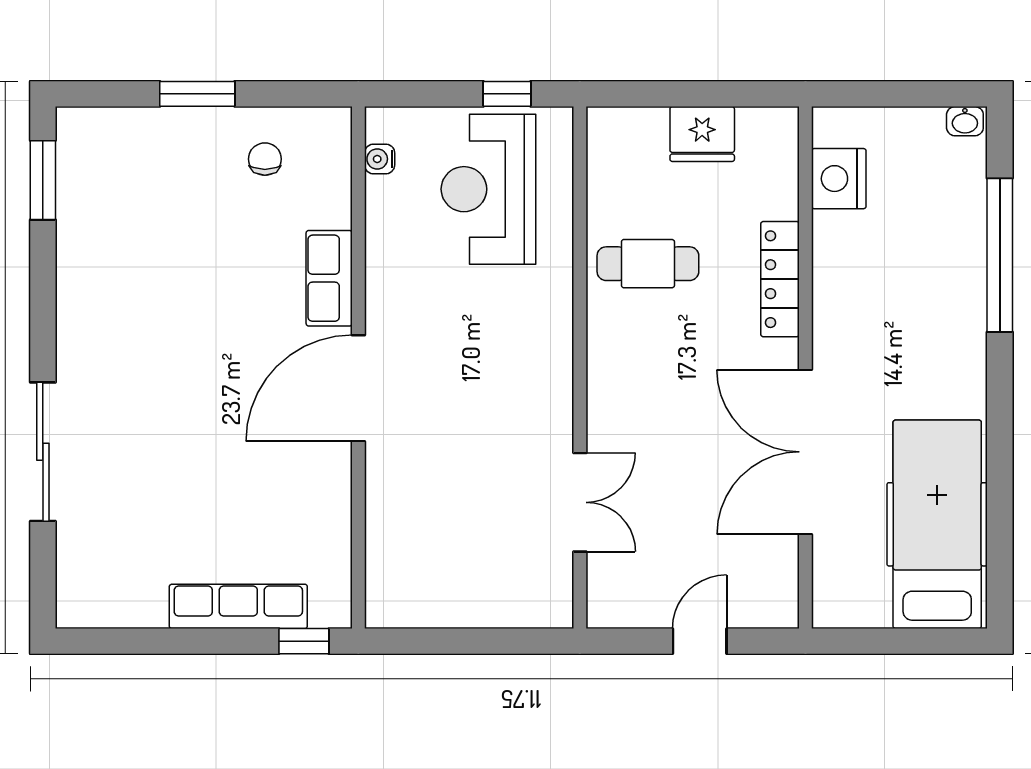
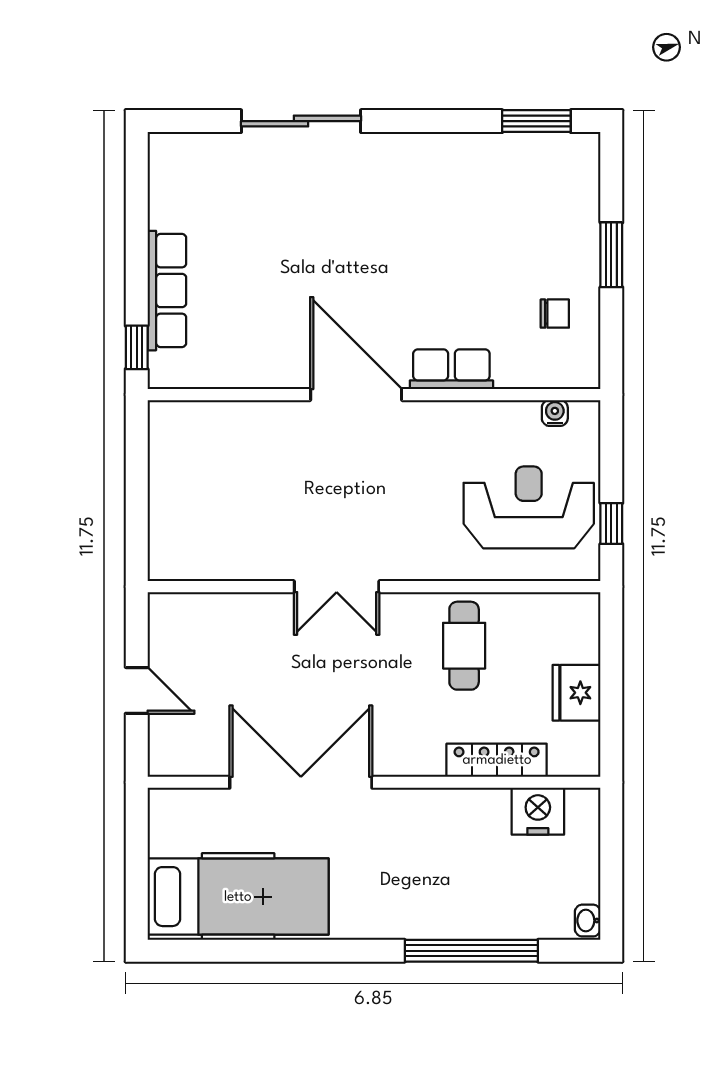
locker: (780, 279) -> (497, 760), moved
double door: (580, 502) -> (337, 587), moved

